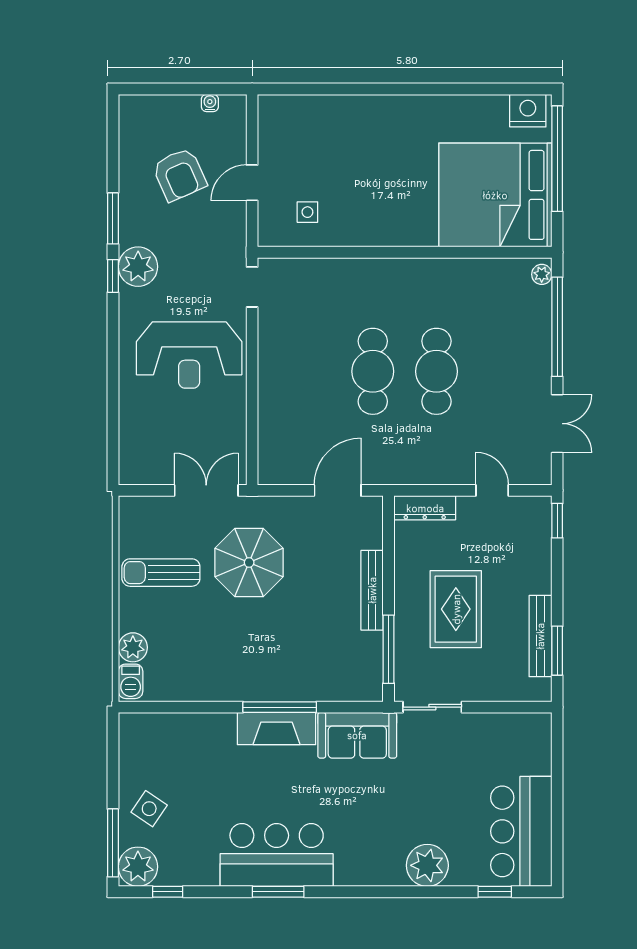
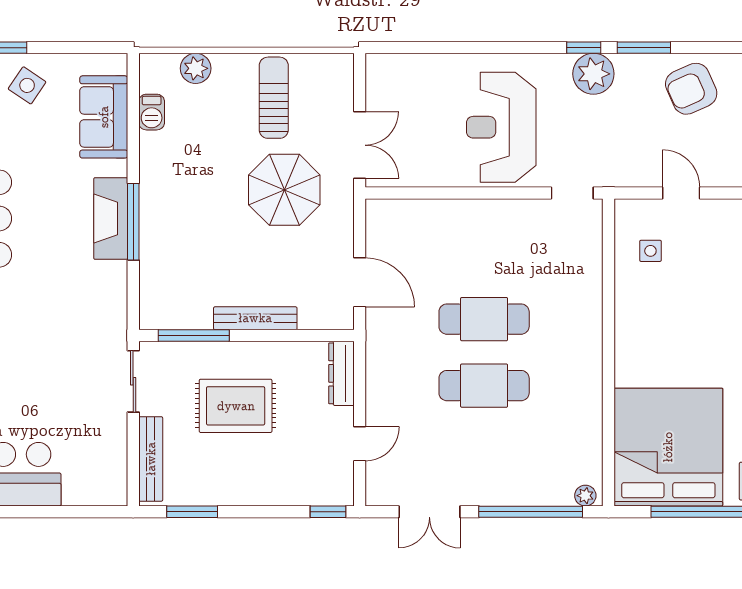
armchair: (179, 175) -> (691, 89), moved
bench: (540, 636) -> (151, 459), moved, turned 90
barbecue: (131, 681) -> (152, 112), moved, turned -90
sofa: (357, 735) -> (104, 117), moved

